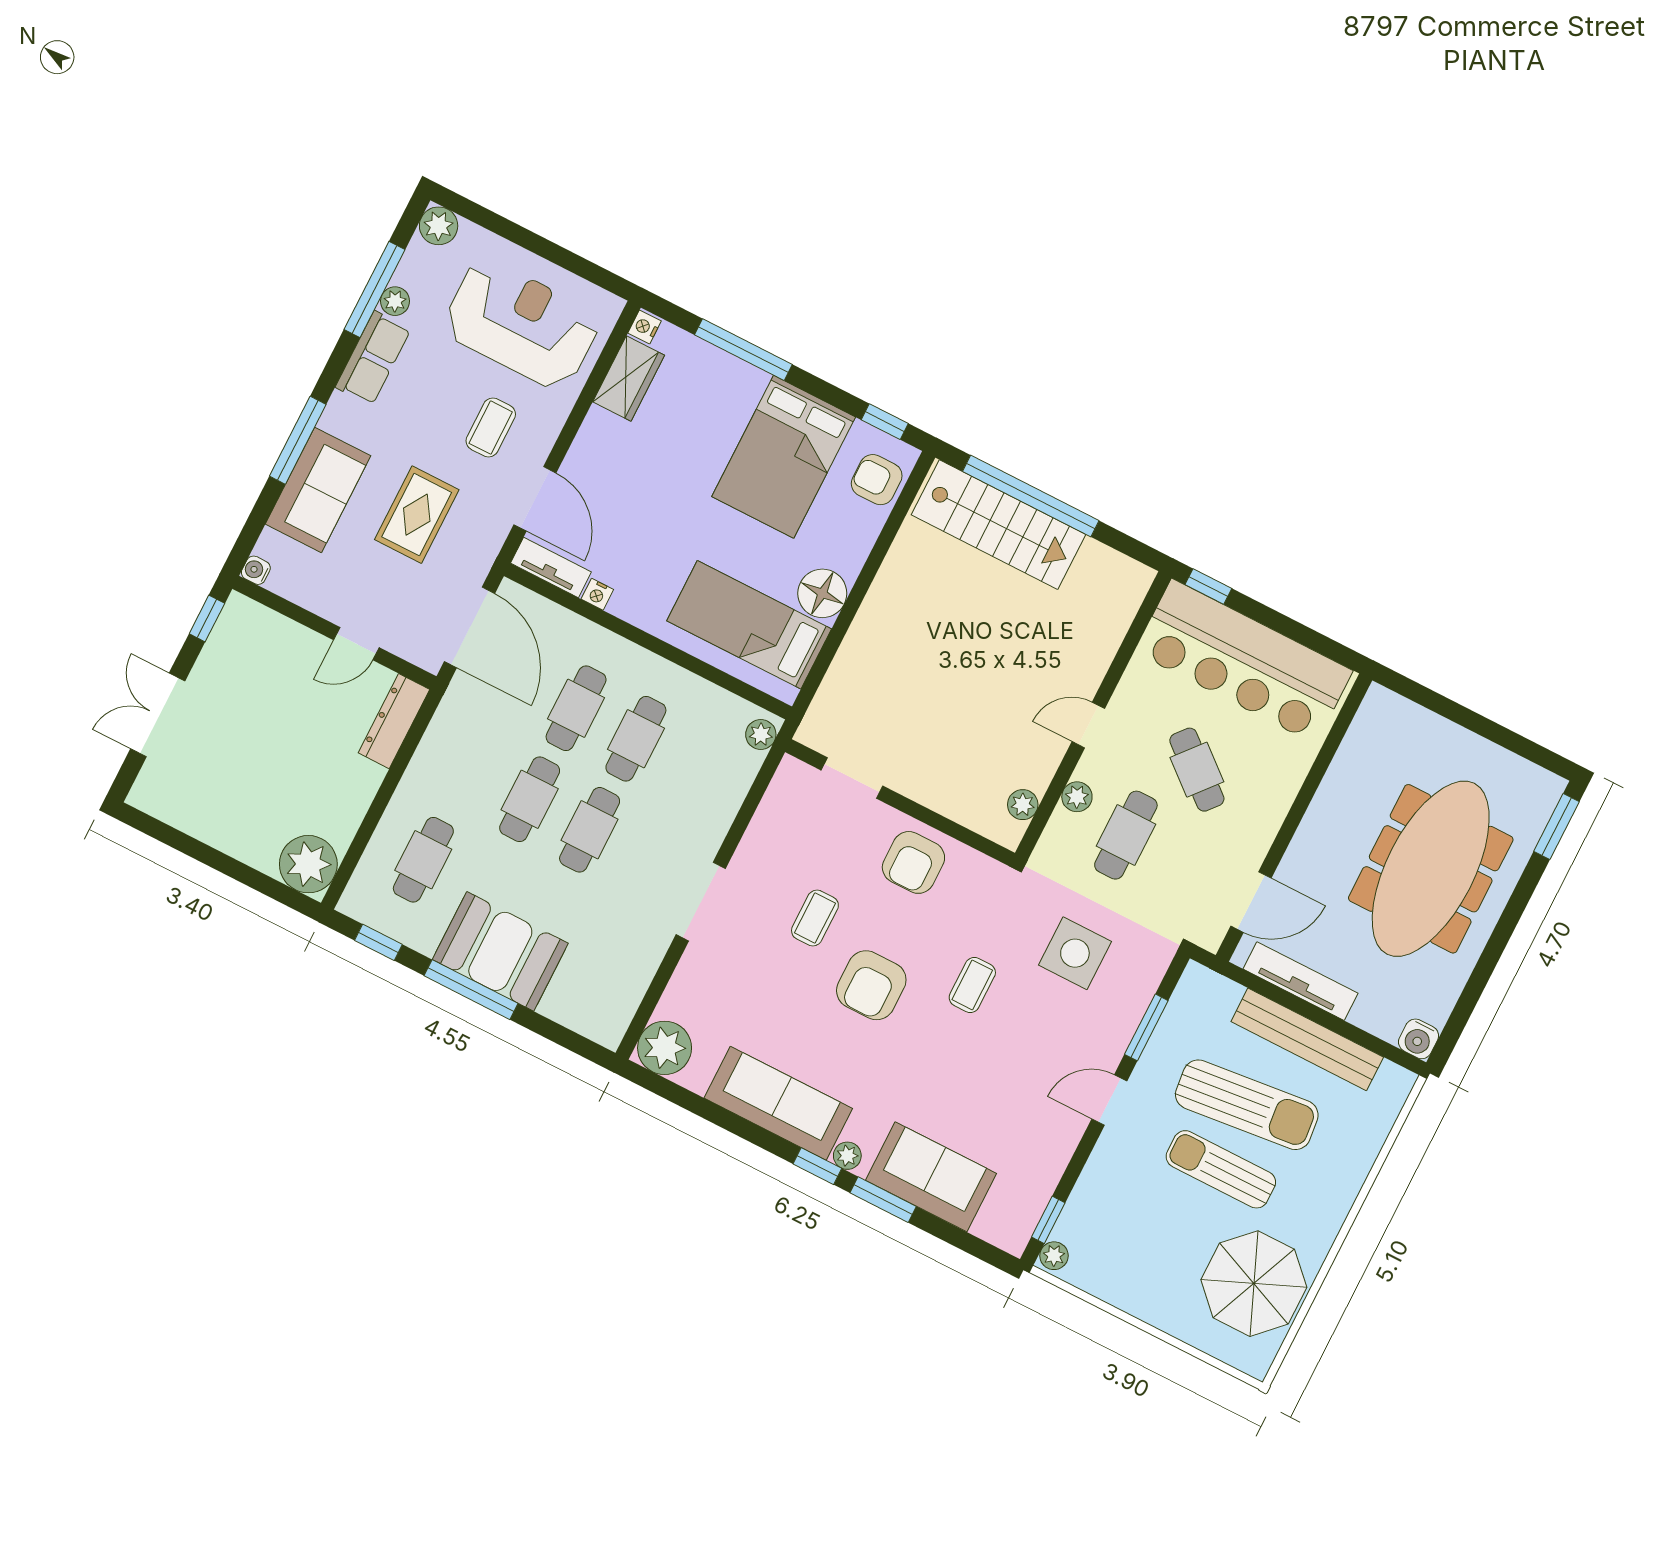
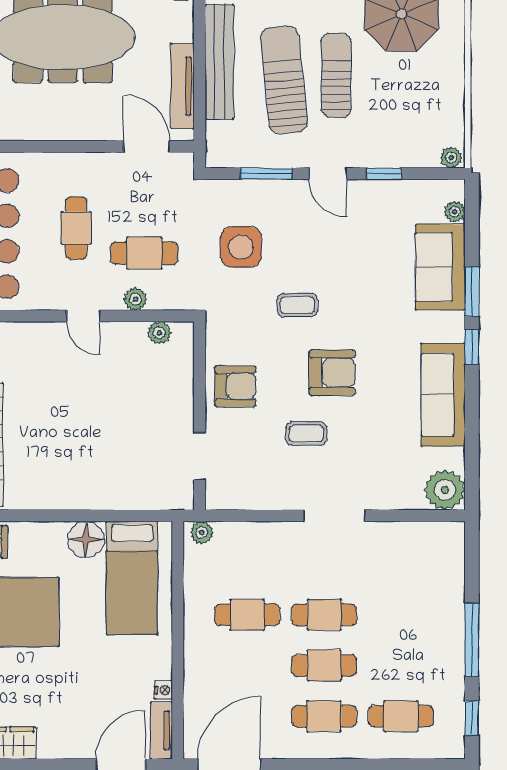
cafe table: (576, 708) -> (324, 716), moved
cafe table: (1197, 770) -> (76, 228), turned -40
booth: (500, 951) -> (436, 633), removed
plant: (847, 1156) -> (455, 212), moved
sun lounger: (1221, 1169) -> (336, 75), turned 180
window: (1048, 1220) -> (384, 174), moved

